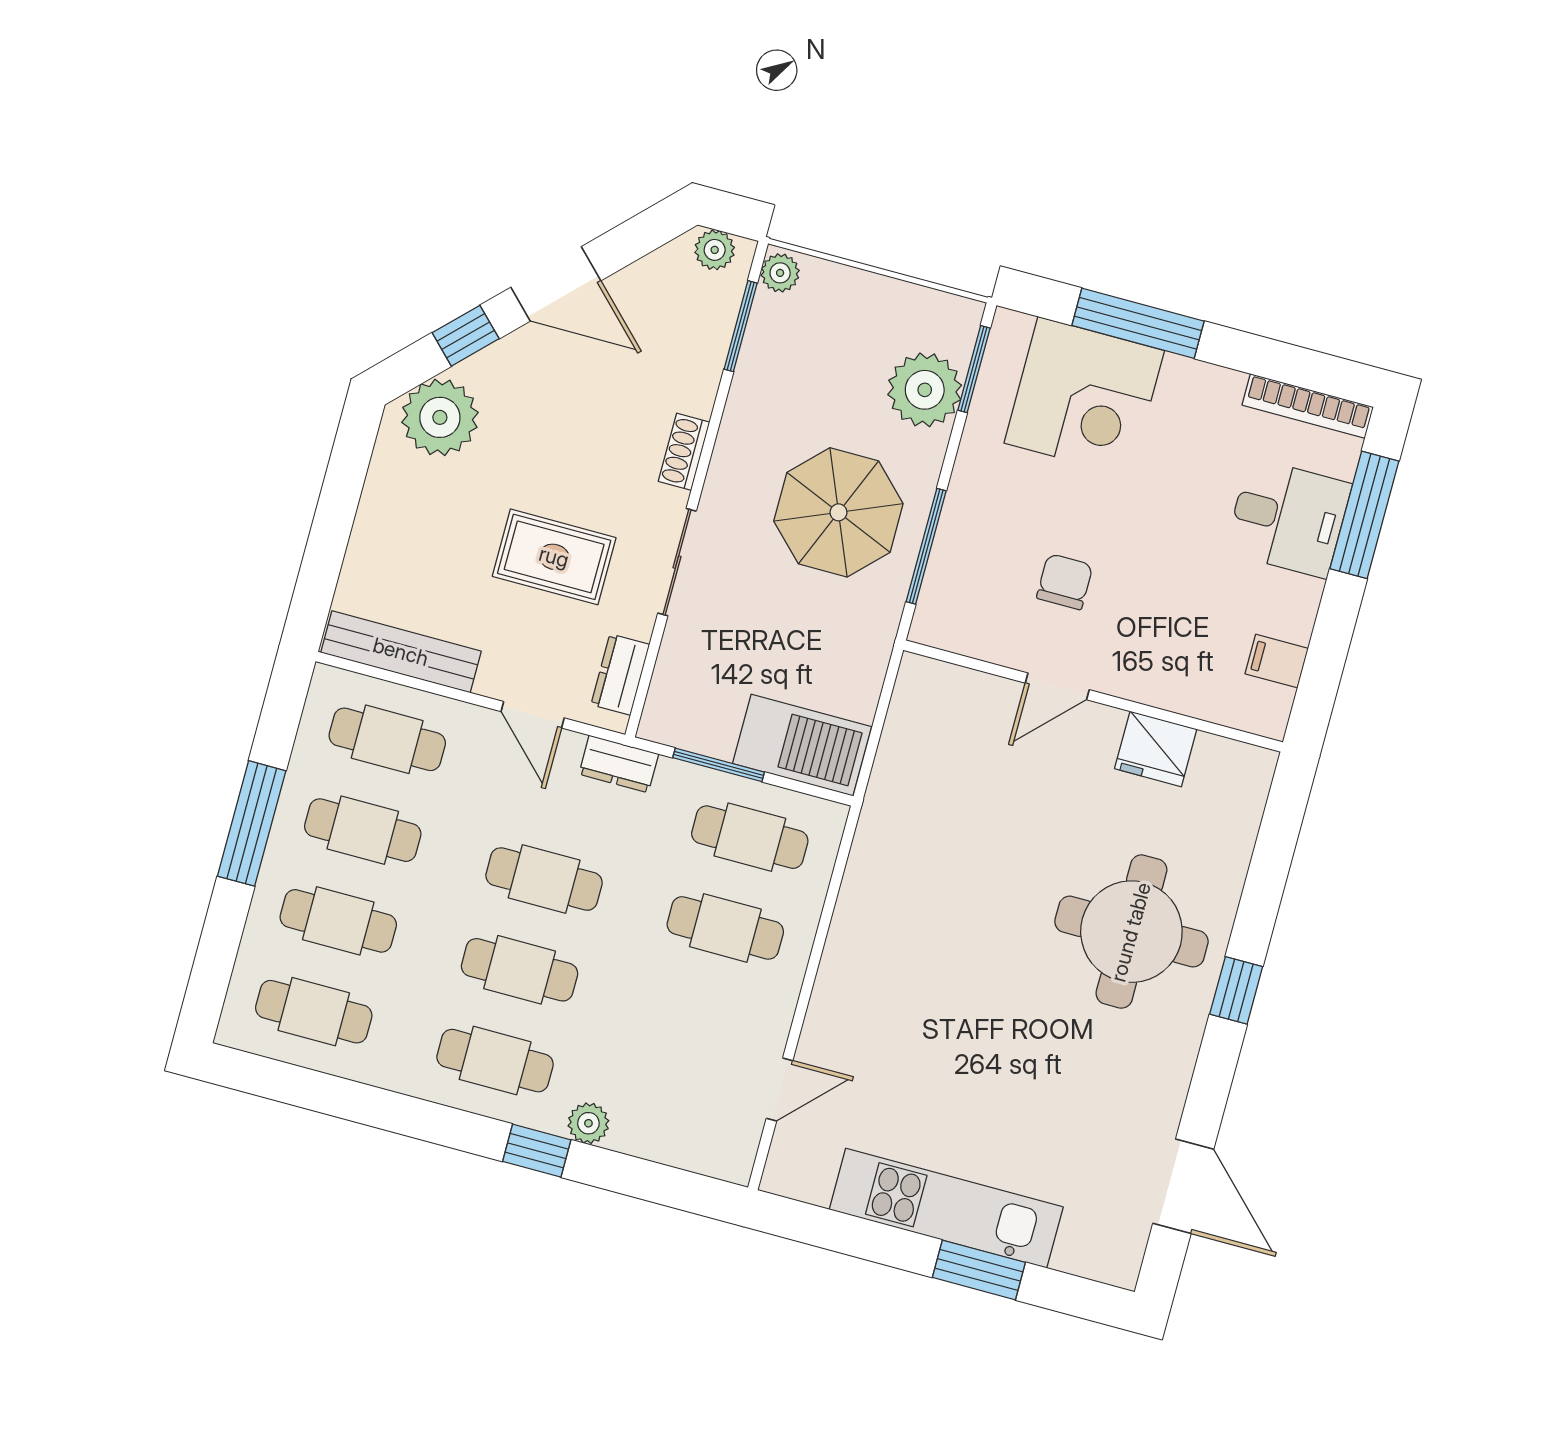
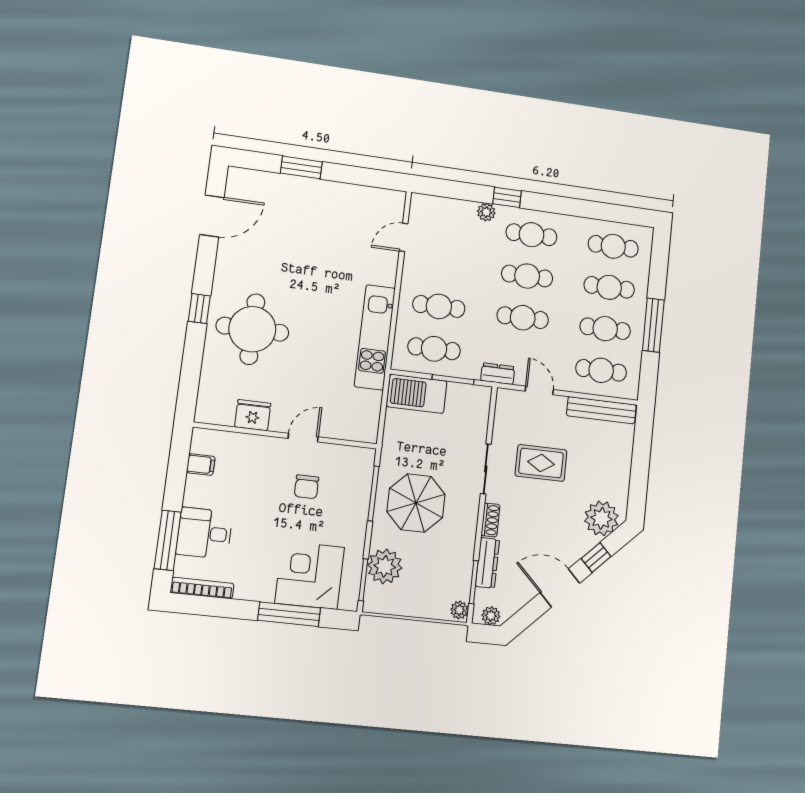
dresser: (620, 674) -> (487, 563), moved, width x1.44
door: (1183, 1186) -> (212, 216), swing flipped
kitchen unit: (946, 1208) -> (375, 337), moved, turned 90

